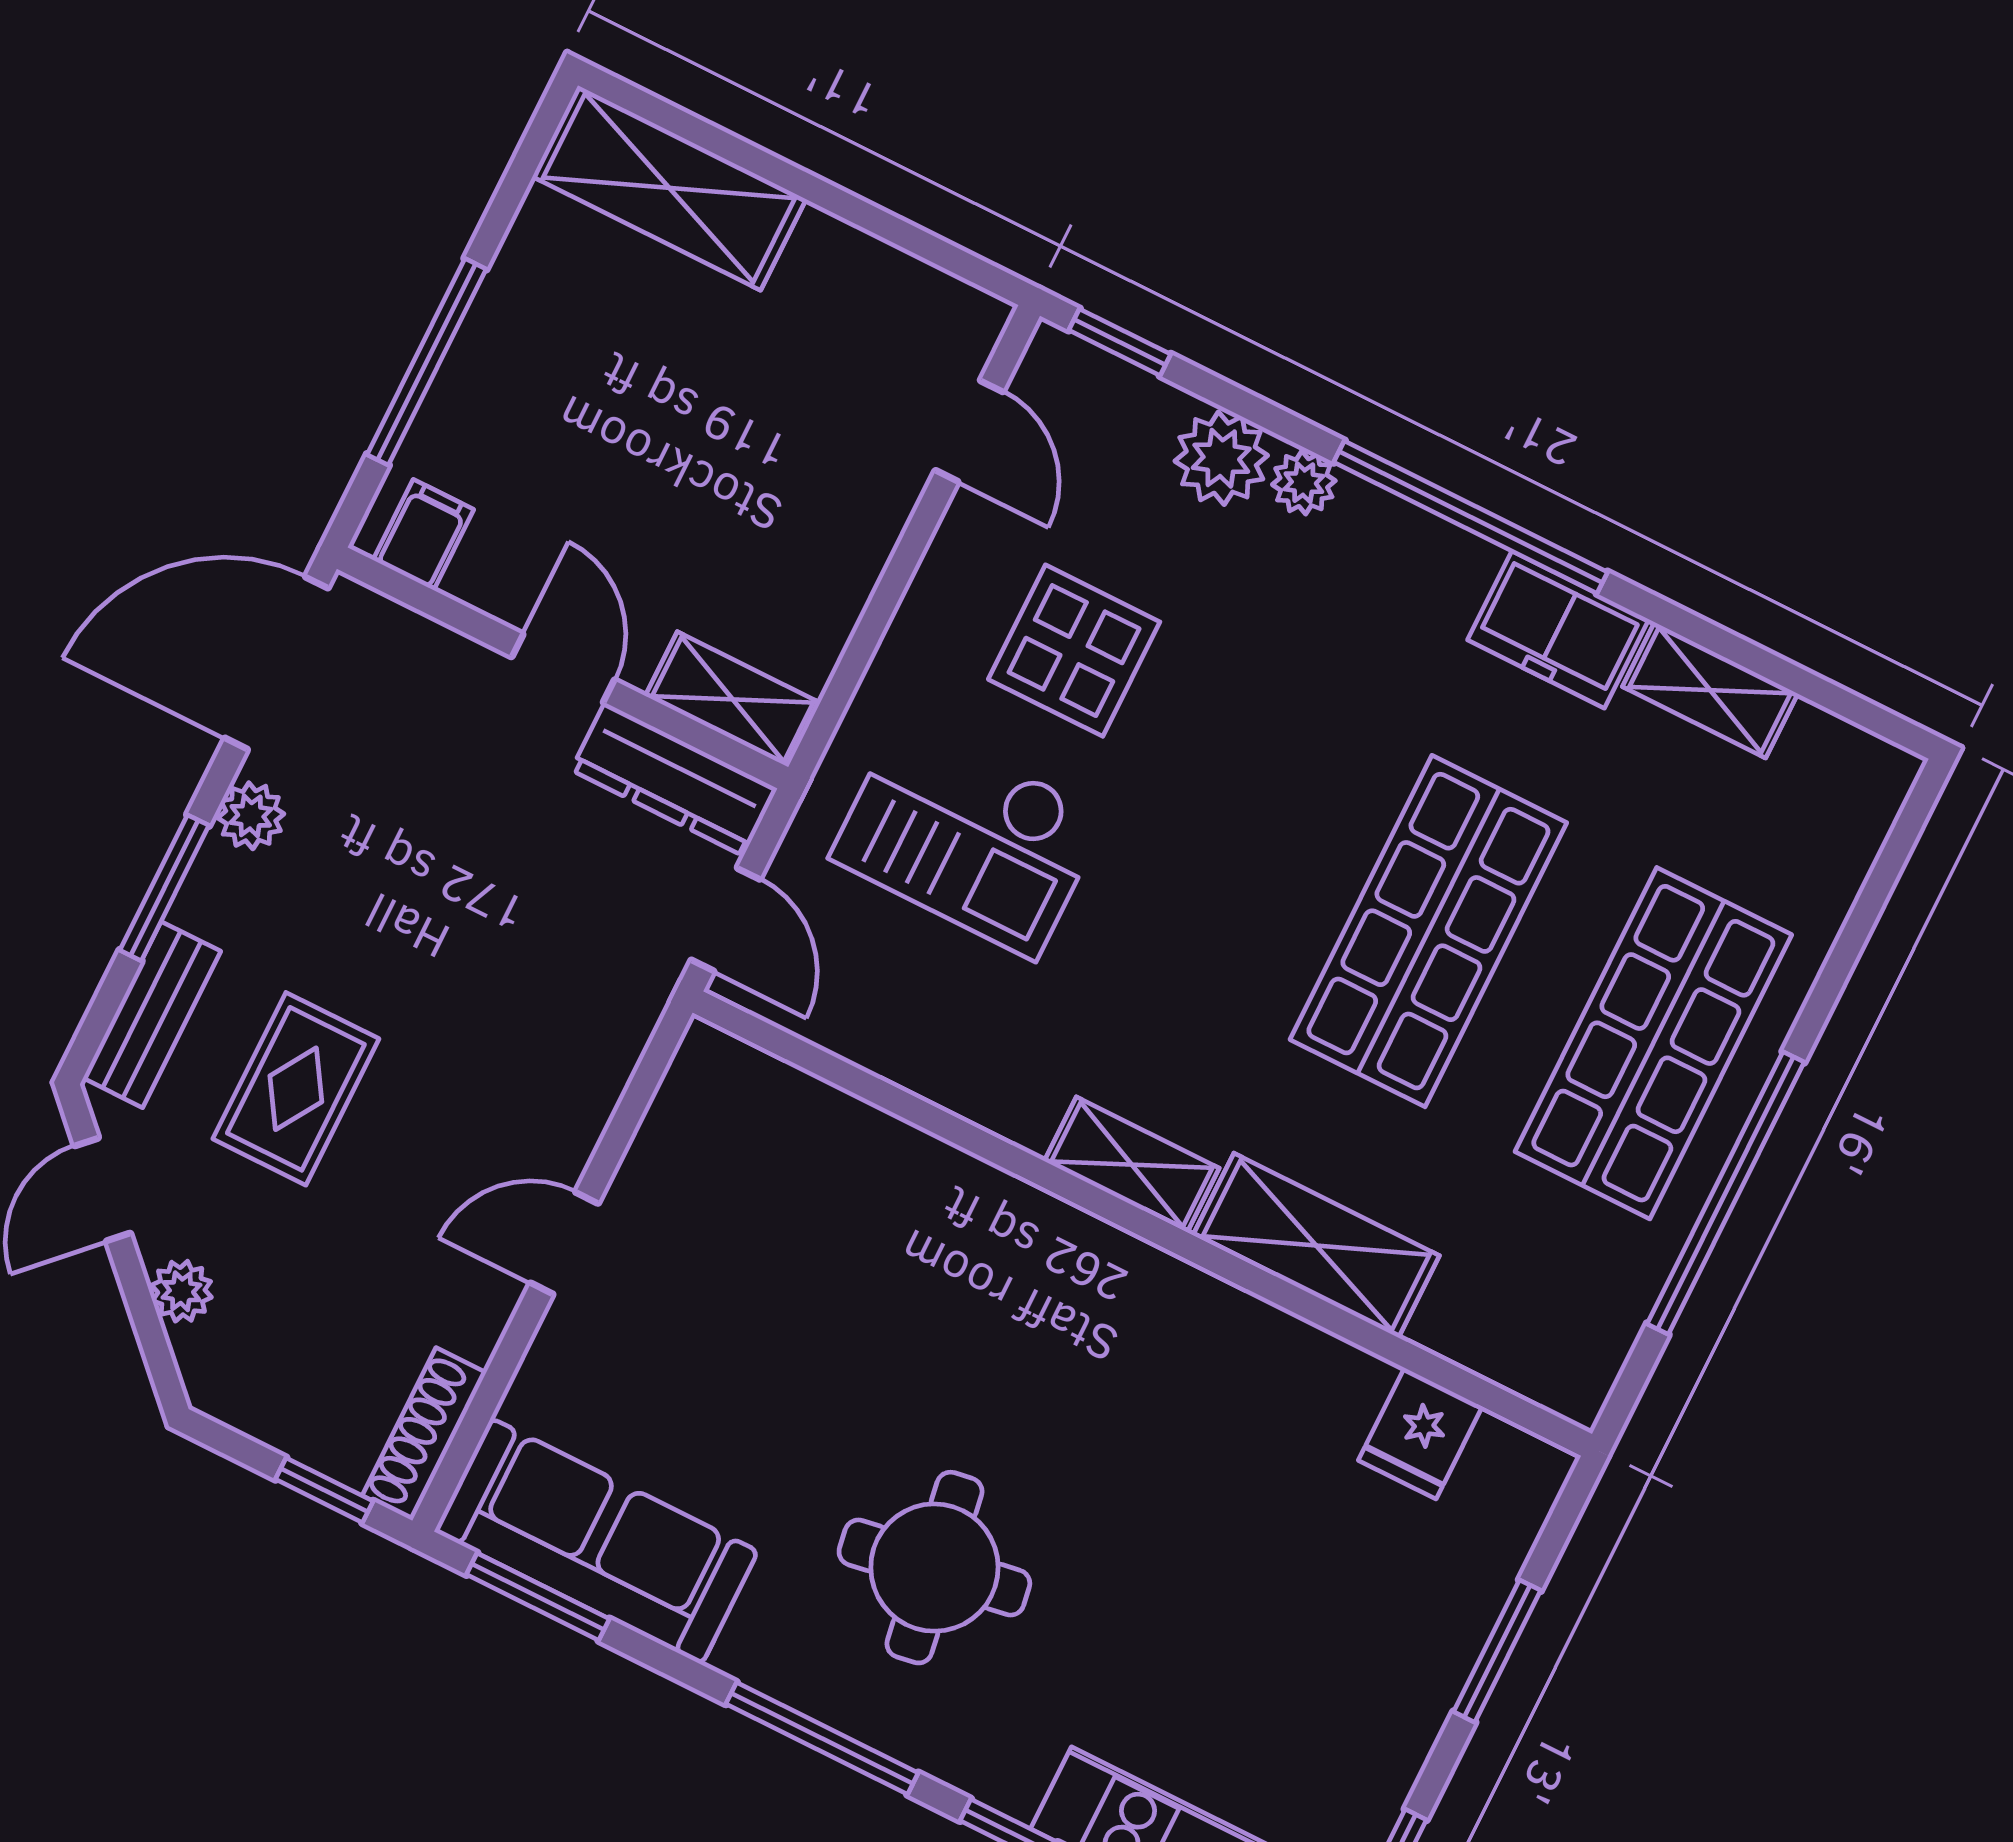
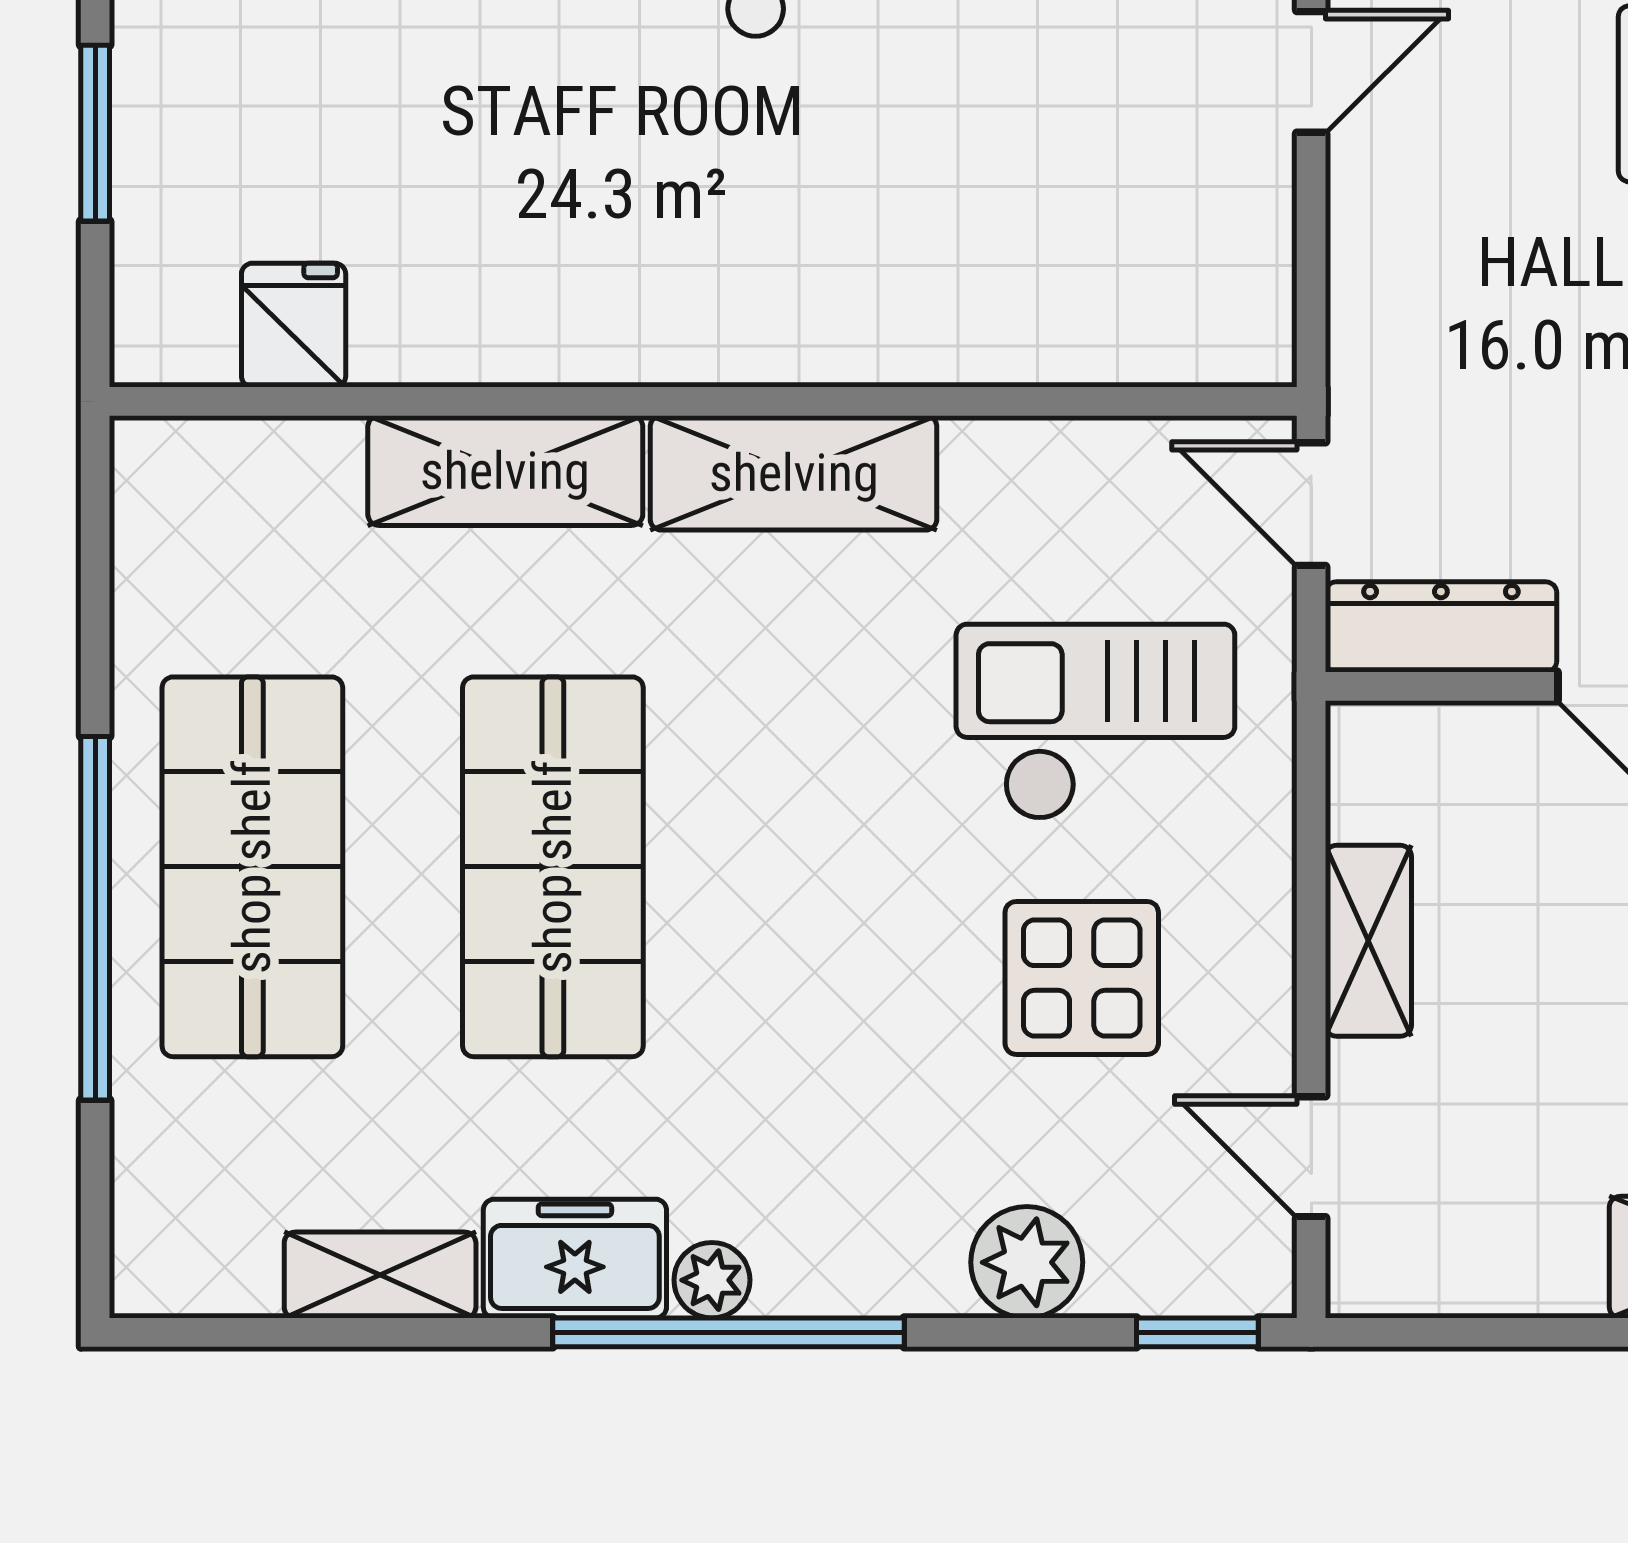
plant: (1304, 483) -> (712, 1280), moved
shelving: (733, 699) -> (1368, 941), moved, turned 90
shelving: (1132, 1165) -> (794, 473), width x1.50, depth x1.33
window: (1726, 1193) -> (95, 918), moved

